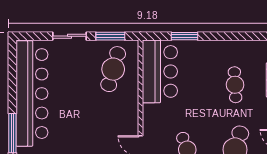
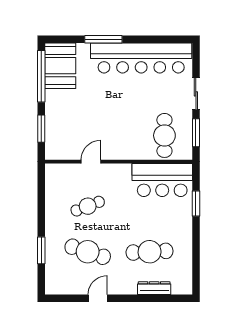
cafe table: (113, 69) -> (164, 135), turned 74
cafe table: (235, 85) -> (150, 252), width x1.37, depth x1.35

